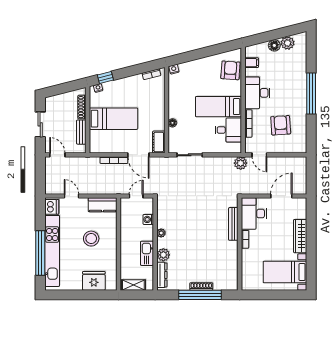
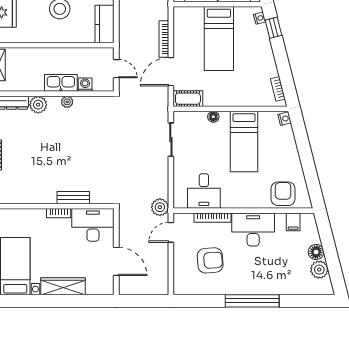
armchair: (230, 70) -> (283, 194), turned -94
bed: (219, 107) -> (244, 142), moved, turned 180
bench: (233, 224) -> (73, 198), width x0.73
kitchen sink: (147, 253) -> (61, 83), moved

